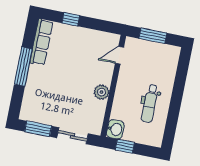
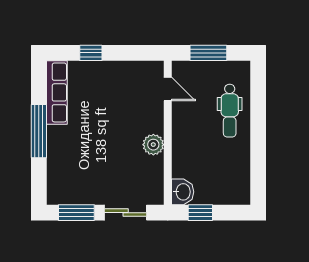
door: (119, 55) -> (168, 89), swing flipped
dental chair: (150, 103) -> (230, 111), moved

